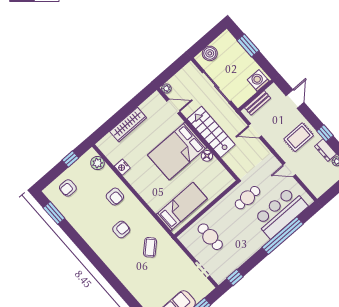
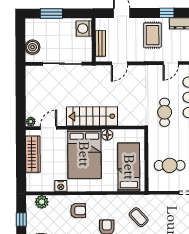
plant: (166, 88) -> (31, 122), moved
door: (173, 106) -> (49, 128), moved
stairs: (211, 132) -> (92, 116), moved
wall: (198, 134) -> (85, 128), moved
bed: (177, 151) -> (84, 154), moved
floor lamp: (207, 156) -> (107, 135), moved

